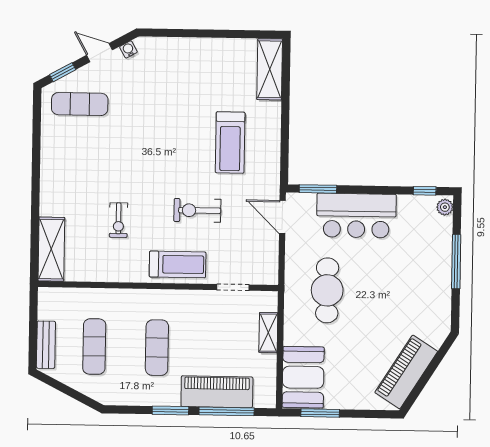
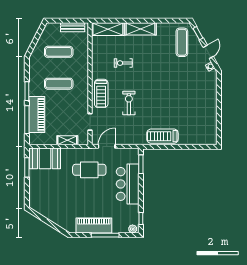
shelving: (270, 69) -> (141, 29), moved
treadmill: (230, 143) -> (162, 136), moved
door: (282, 217) -> (107, 146), moved
bench: (46, 345) -> (73, 27), moved
piano: (406, 372) -> (94, 225), moved, turned -32

